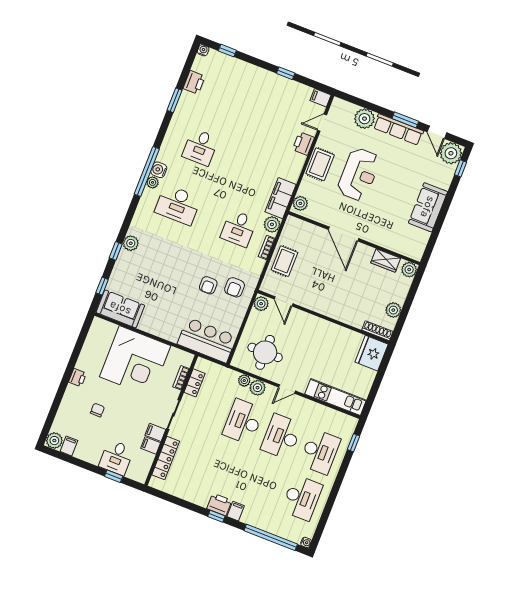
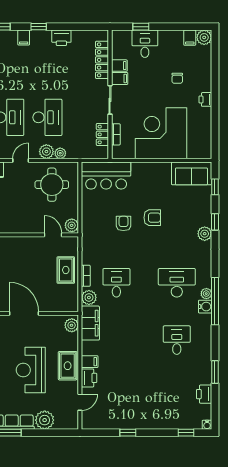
filing cabinet: (321, 98) -> (90, 362), moved
armchair: (235, 287) -> (152, 218), moved, turned 90
printer: (219, 504) -> (61, 38), moved

